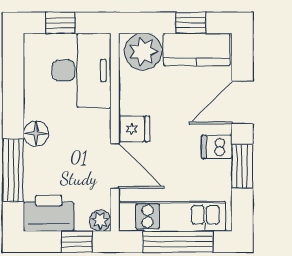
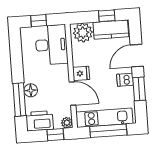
floor lamp: (36, 134) -> (31, 90), moved

